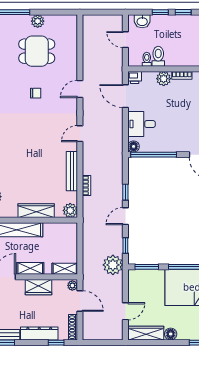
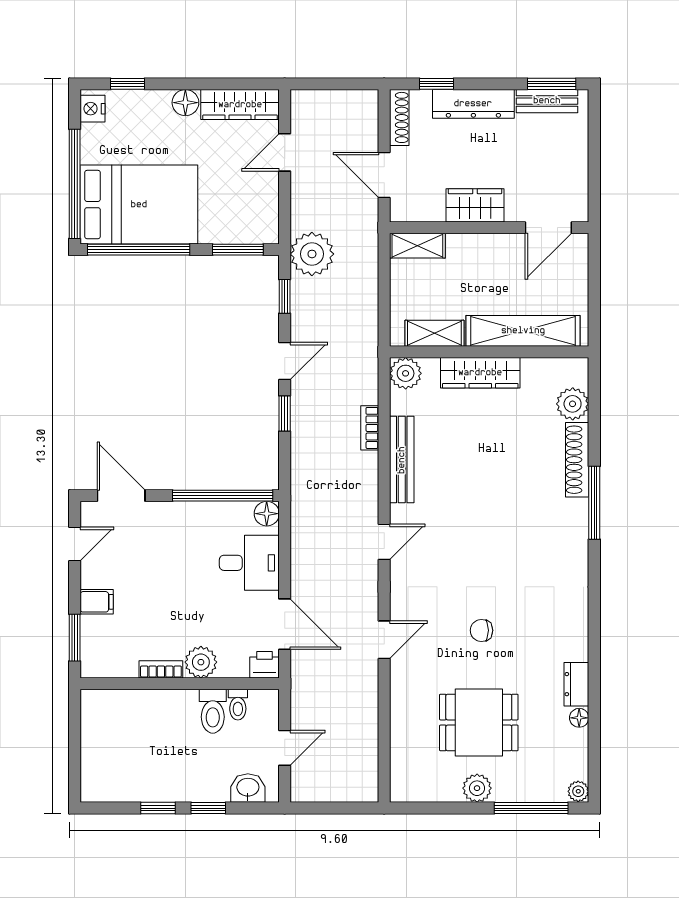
door: (125, 40) -> (285, 748), hinge flipped
shelving: (30, 268) -> (434, 333), moved
plant: (72, 285) -> (401, 209), removed

